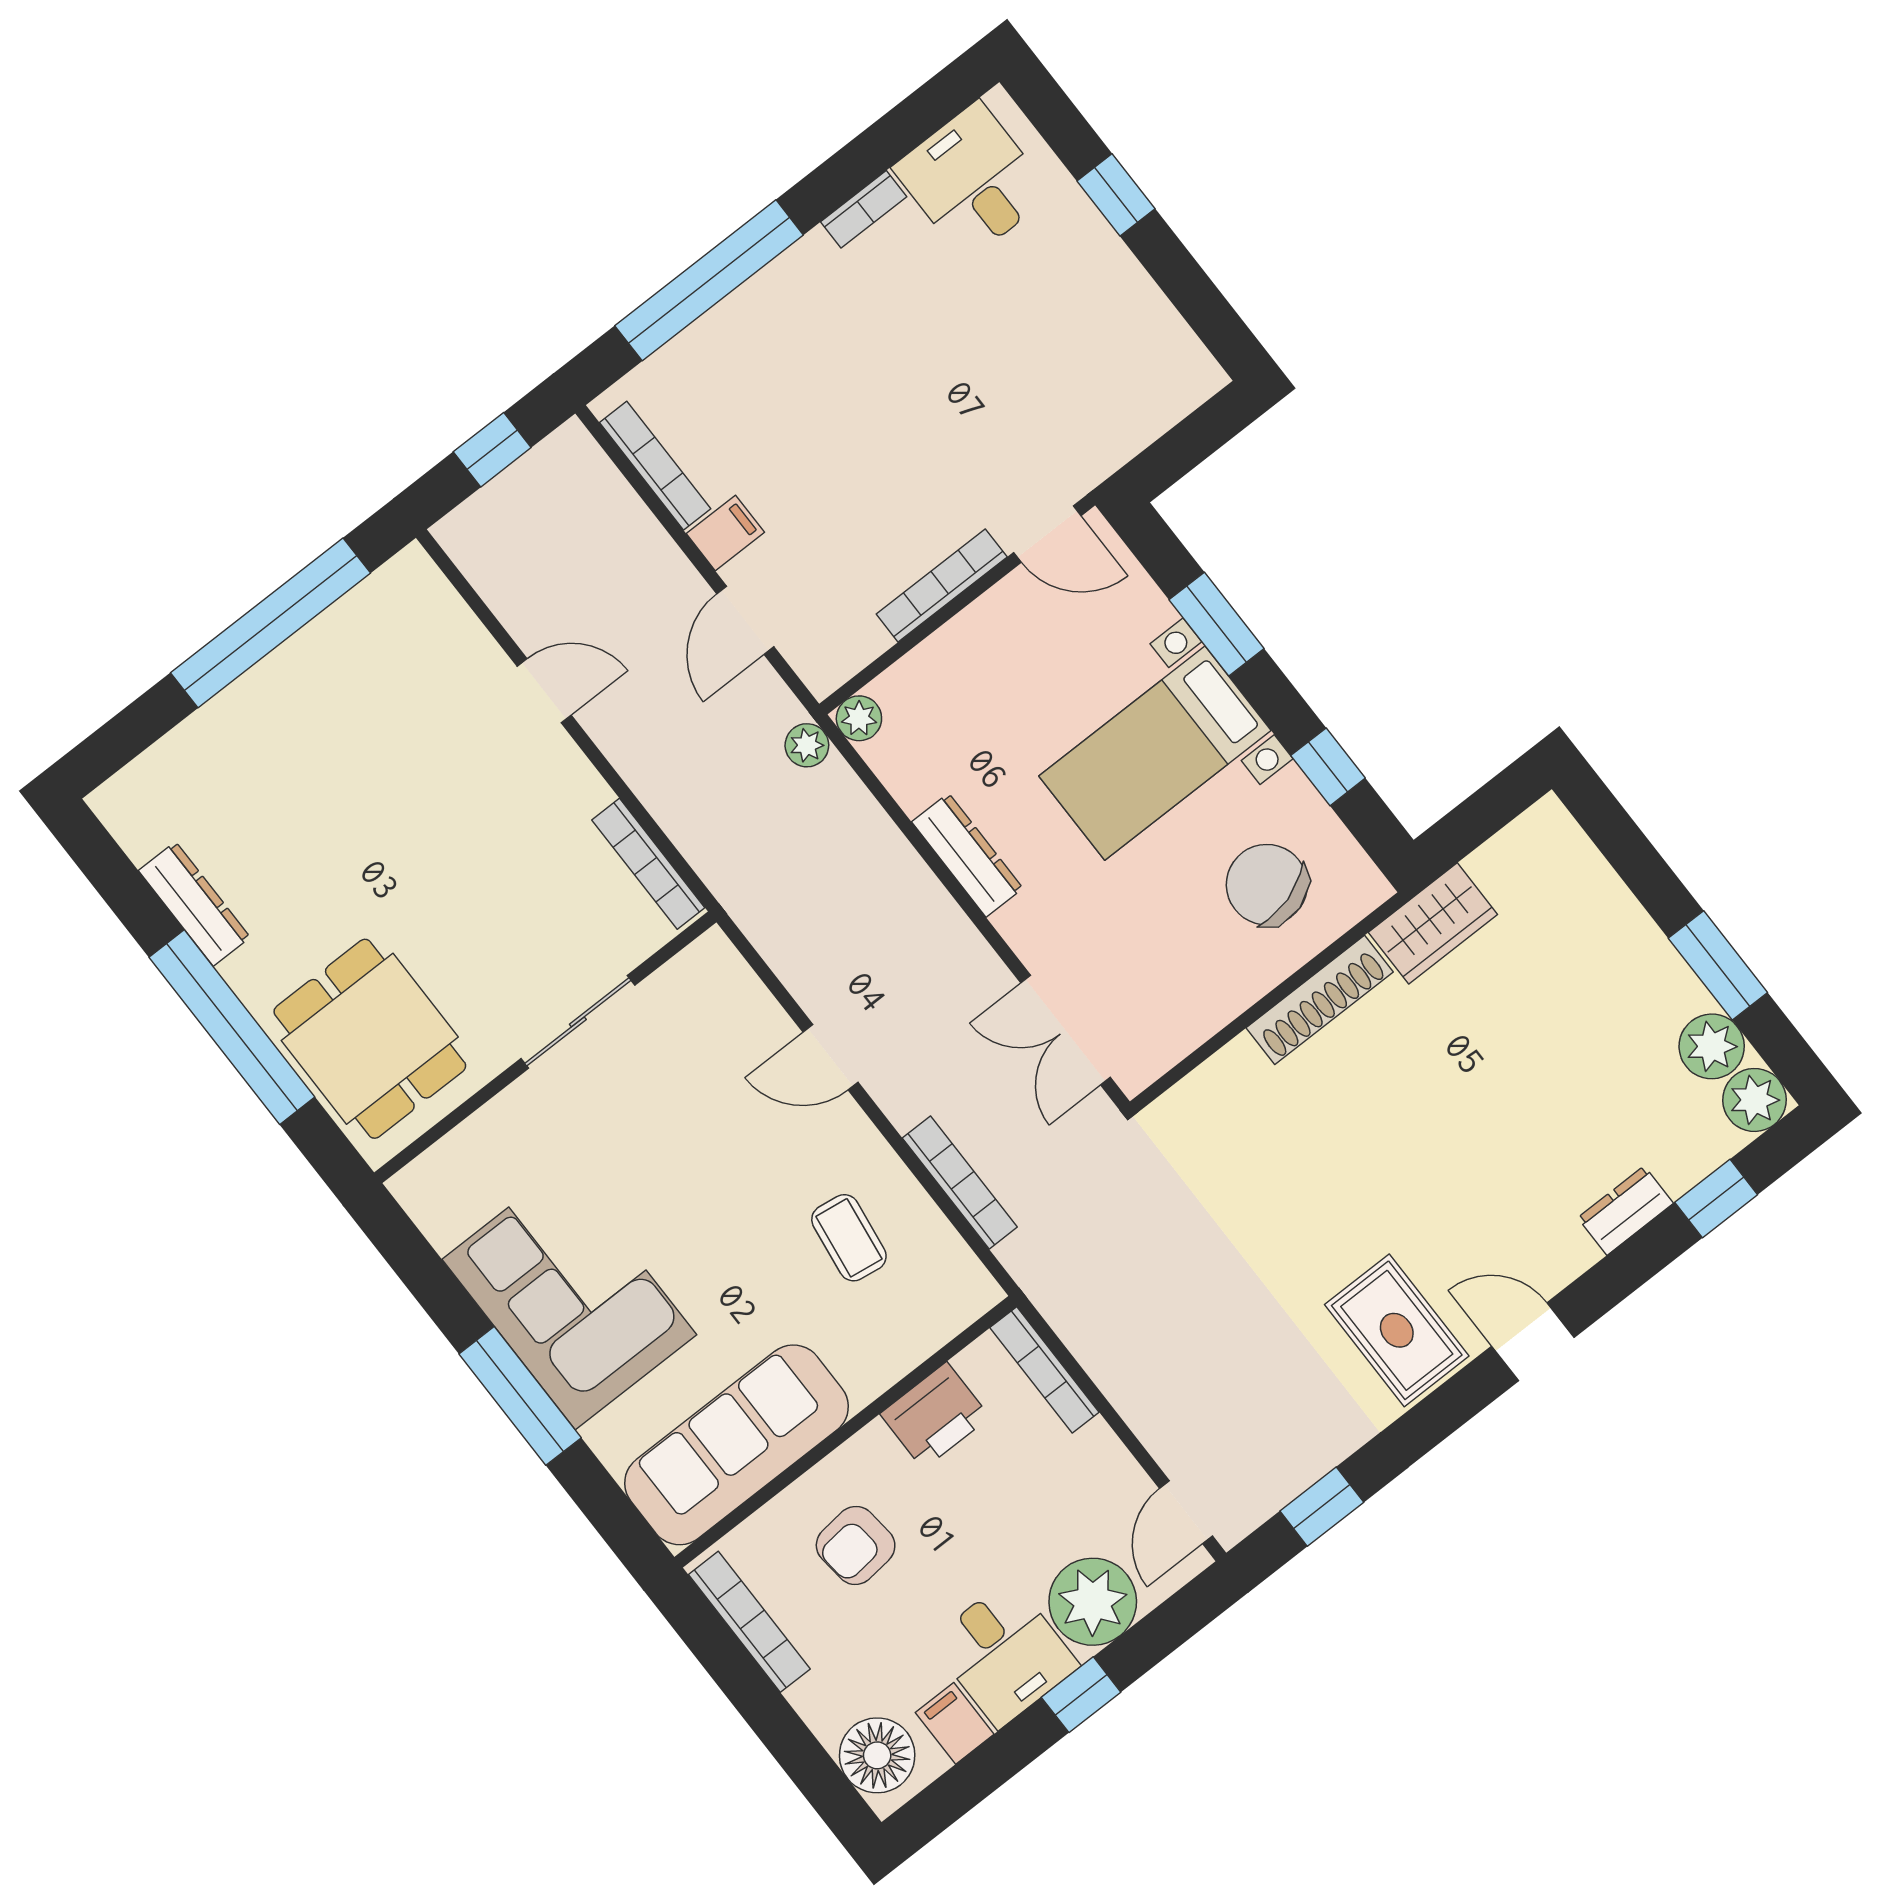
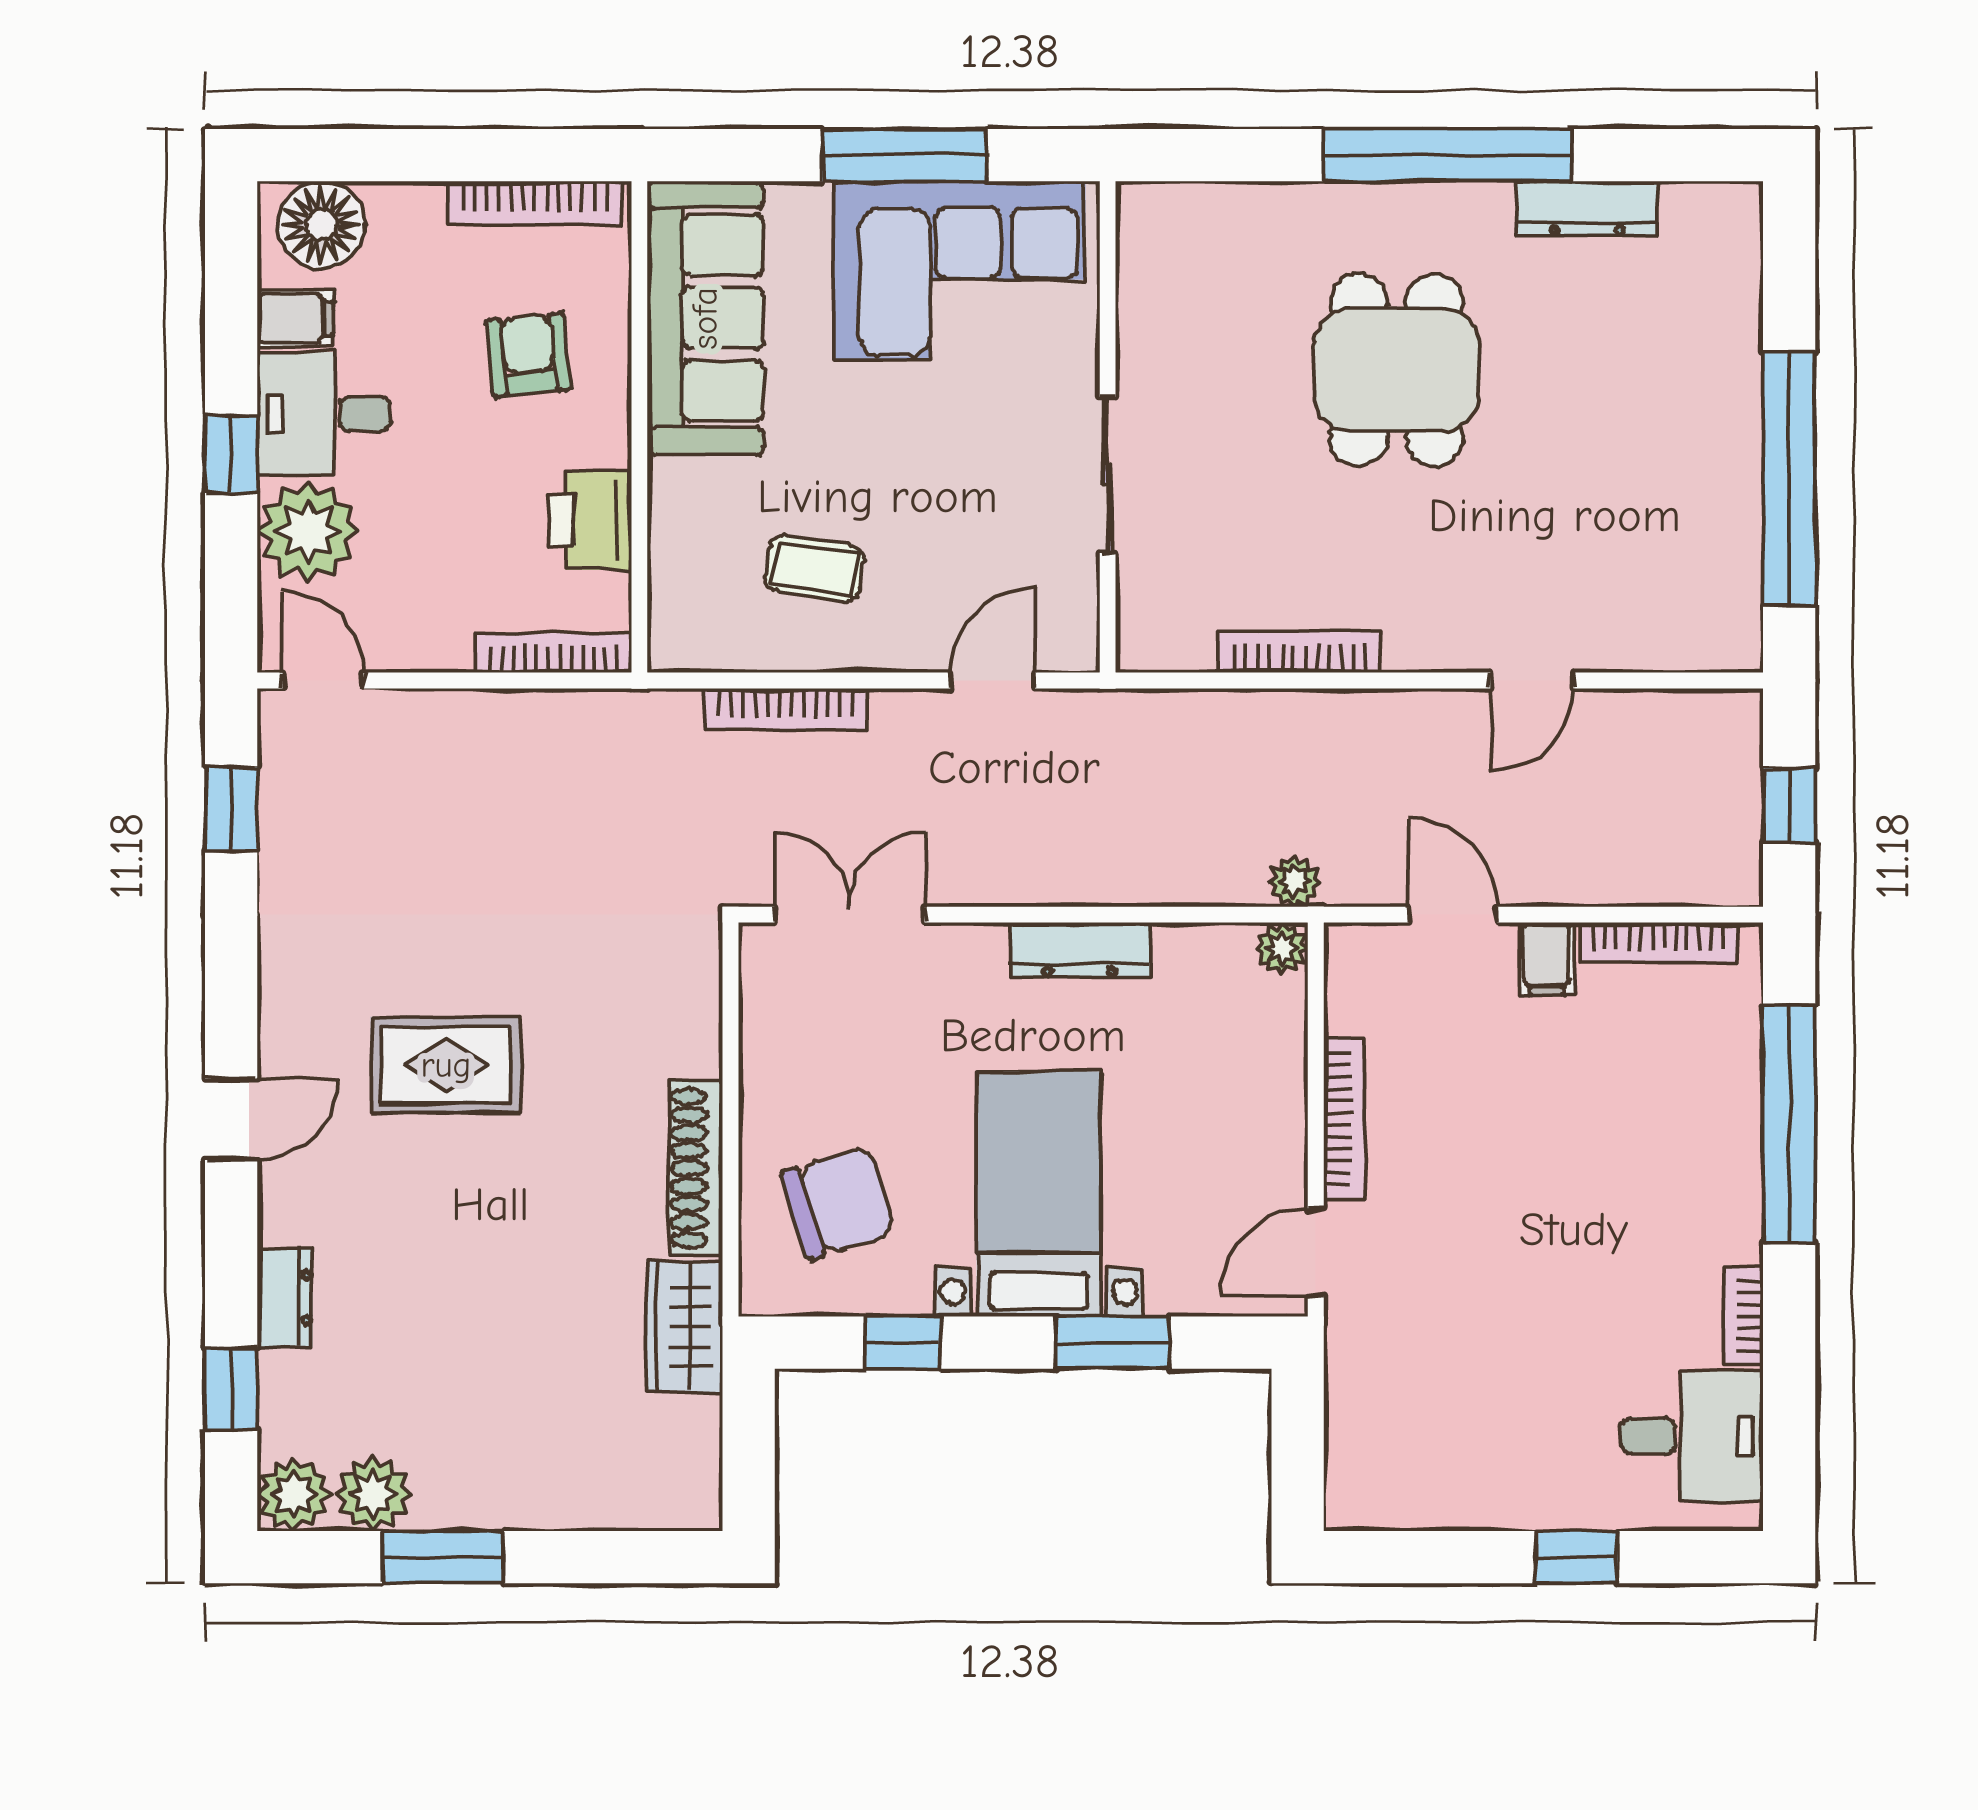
sliding door: (578, 1022) -> (1108, 475), moved
dining table: (370, 1039) -> (1397, 370), moved, turned 90
wall: (545, 1047) -> (1108, 427), moved
rug: (1397, 1330) -> (446, 1065), moved

